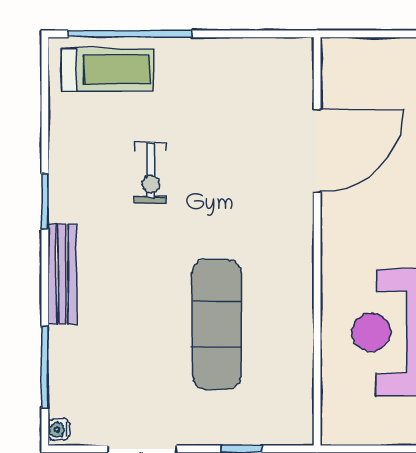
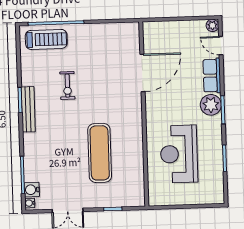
bench: (62, 274) -> (28, 109), moved
water cooler: (64, 400) -> (32, 190), added

